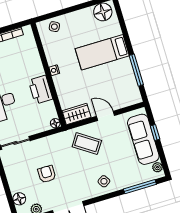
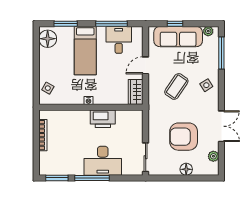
window: (123, 25) -> (66, 24), added
desk: (123, 82) -> (119, 40), added
floor lamp: (55, 123) -> (138, 114), removed
coffee table: (87, 144) -> (176, 86), moved
armchair: (47, 174) -> (184, 137), width x1.88, depth x1.88
floor lamp: (19, 199) -> (186, 169), moved

